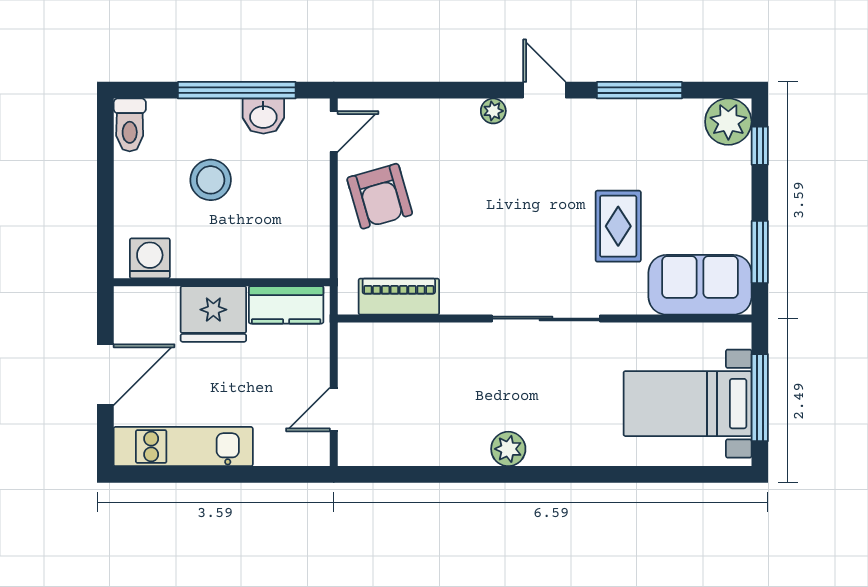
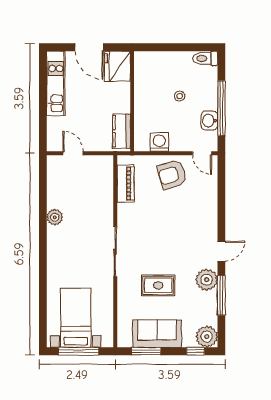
plant: (493, 111) -> (207, 280), moved, width x1.87, depth x1.87
stool: (211, 180) -> (180, 96), width x0.53, depth x0.53
washing machine: (150, 258) -> (159, 142), moved, turned -90
sofa: (700, 285) -> (157, 334), moved, turned -90
fridge: (213, 314) -> (117, 66), moved
plant: (508, 449) -> (55, 217), moved

